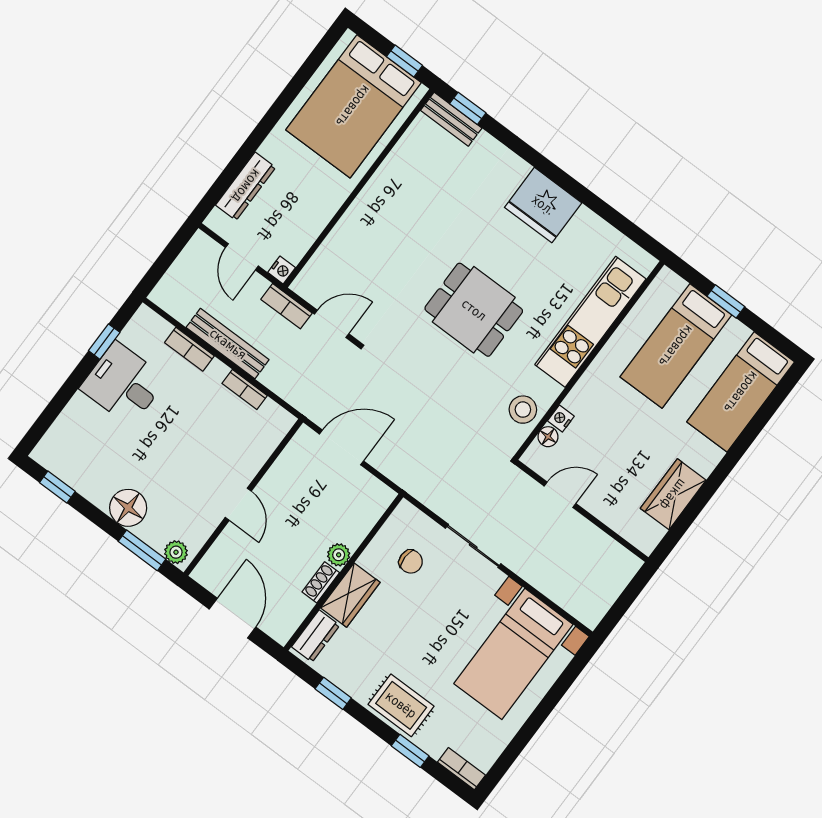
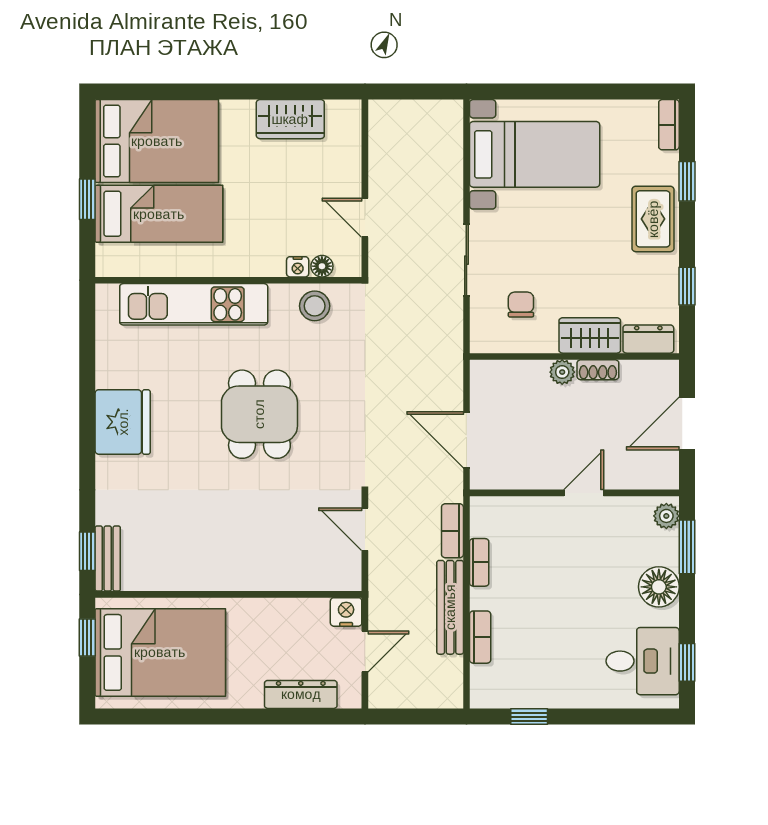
nightstand: (282, 270) -> (346, 612), width x1.39, depth x1.35
bookcase: (286, 306) -> (452, 531), moved, turned 180
desk: (123, 384) -> (643, 661), moved, turned -90
bed: (741, 392) -> (157, 141), width x1.50

